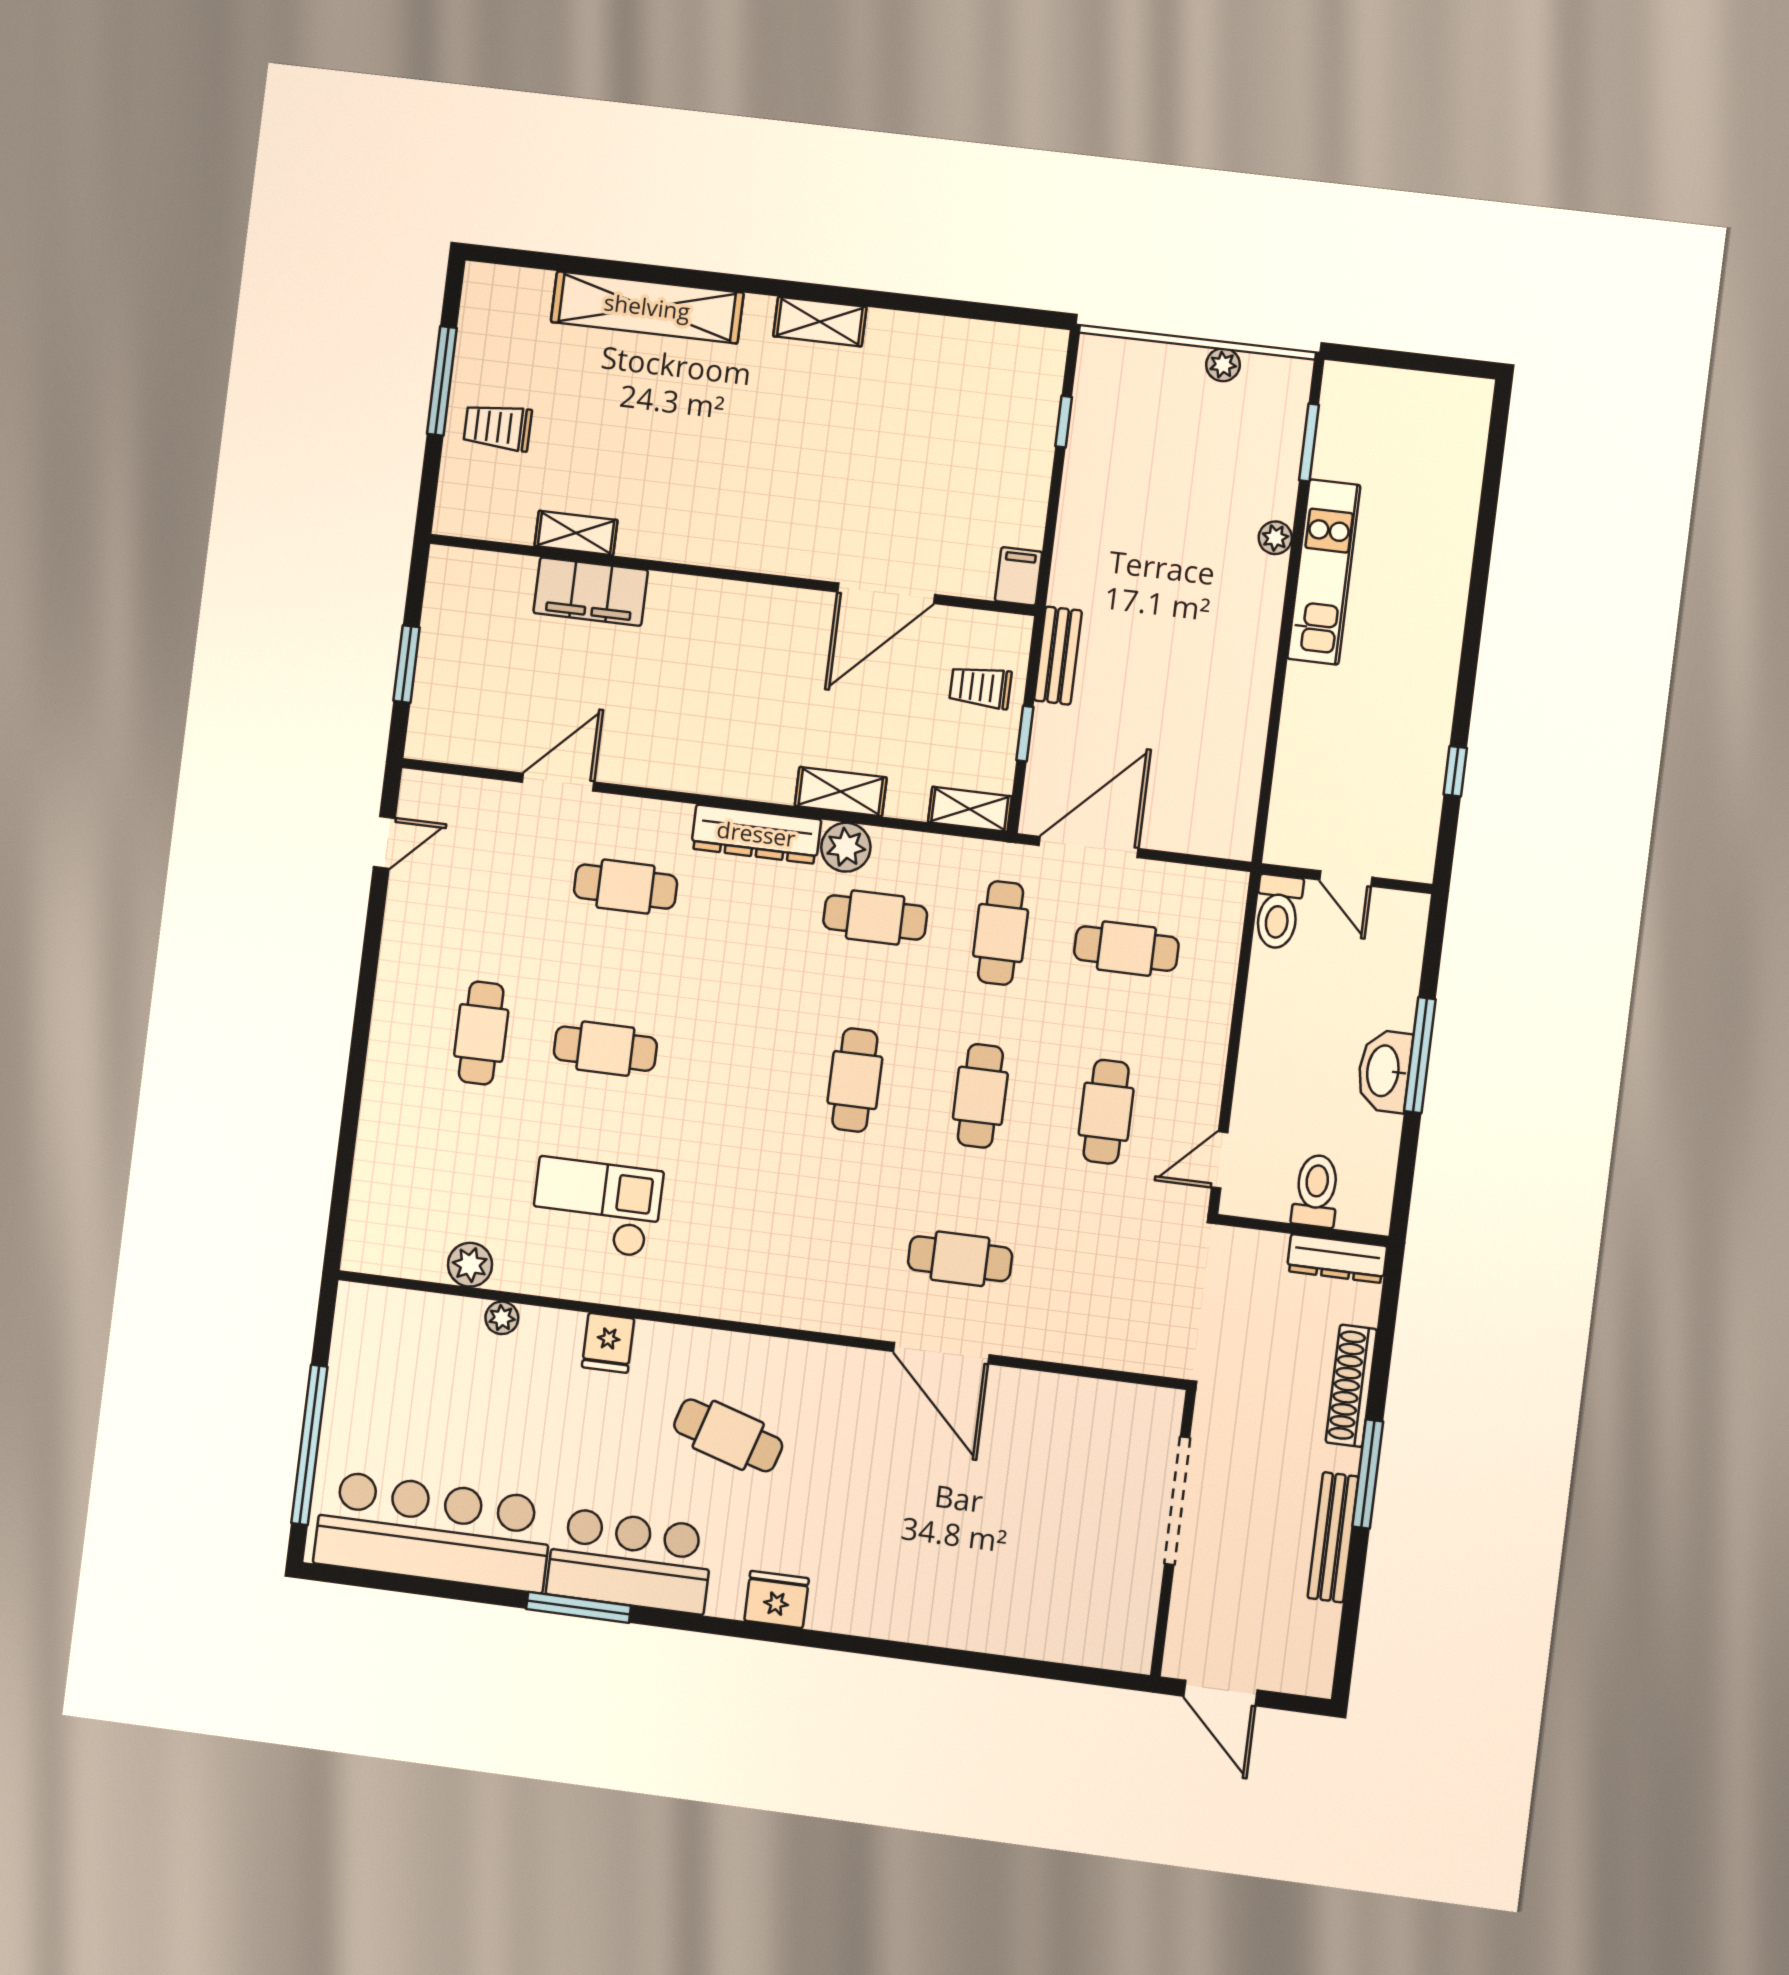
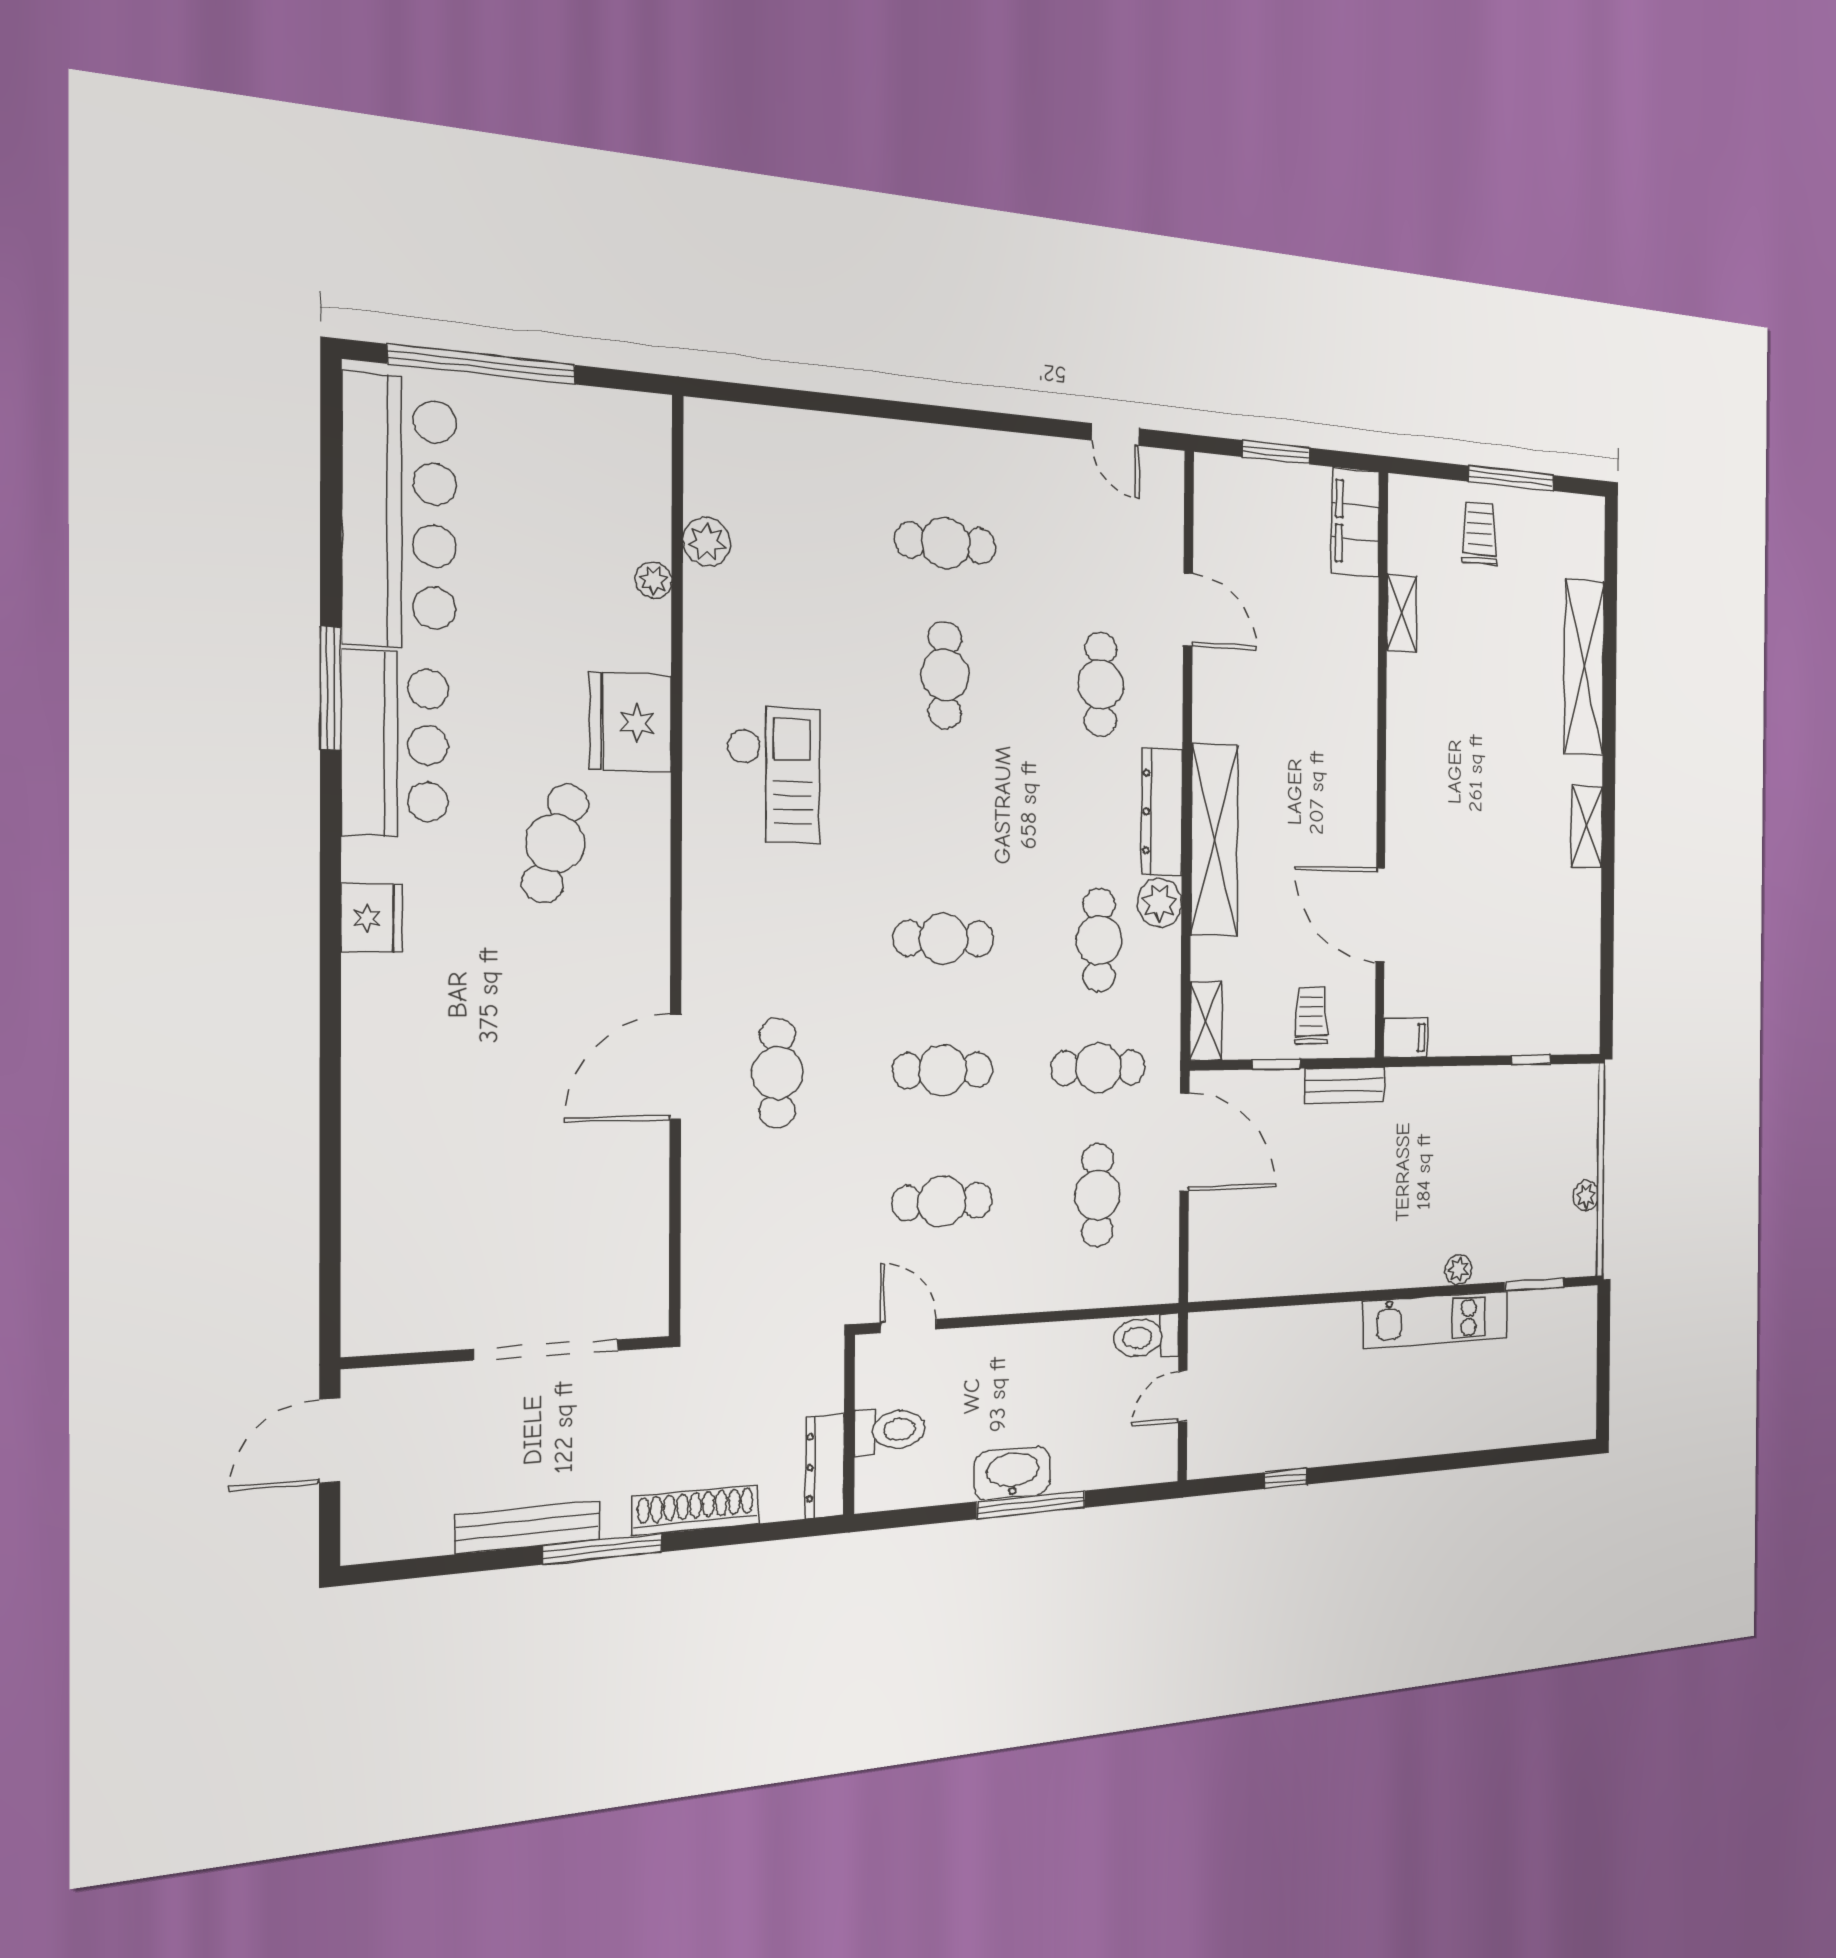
filing cabinet: (591, 592) -> (1356, 522), moved
shelving: (841, 792) -> (1214, 840), width x2.20, depth x1.33
checkout: (596, 1207) -> (773, 775), moved
fridge: (608, 1343) -> (631, 722), width x1.88, depth x1.34

